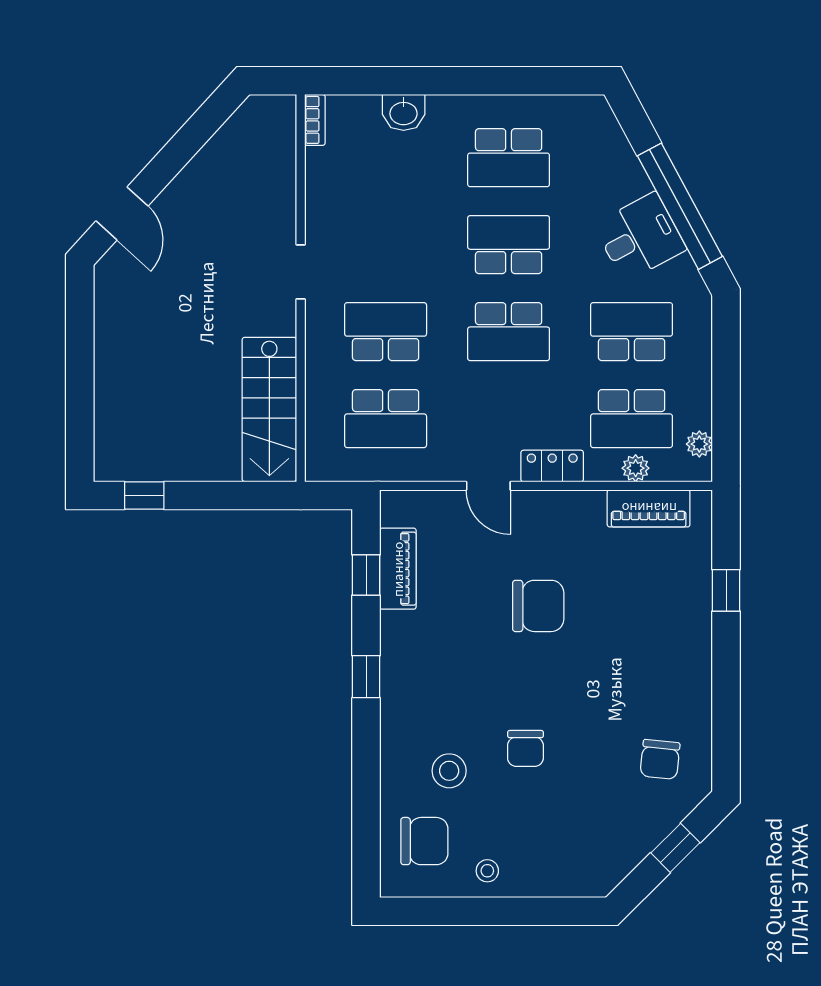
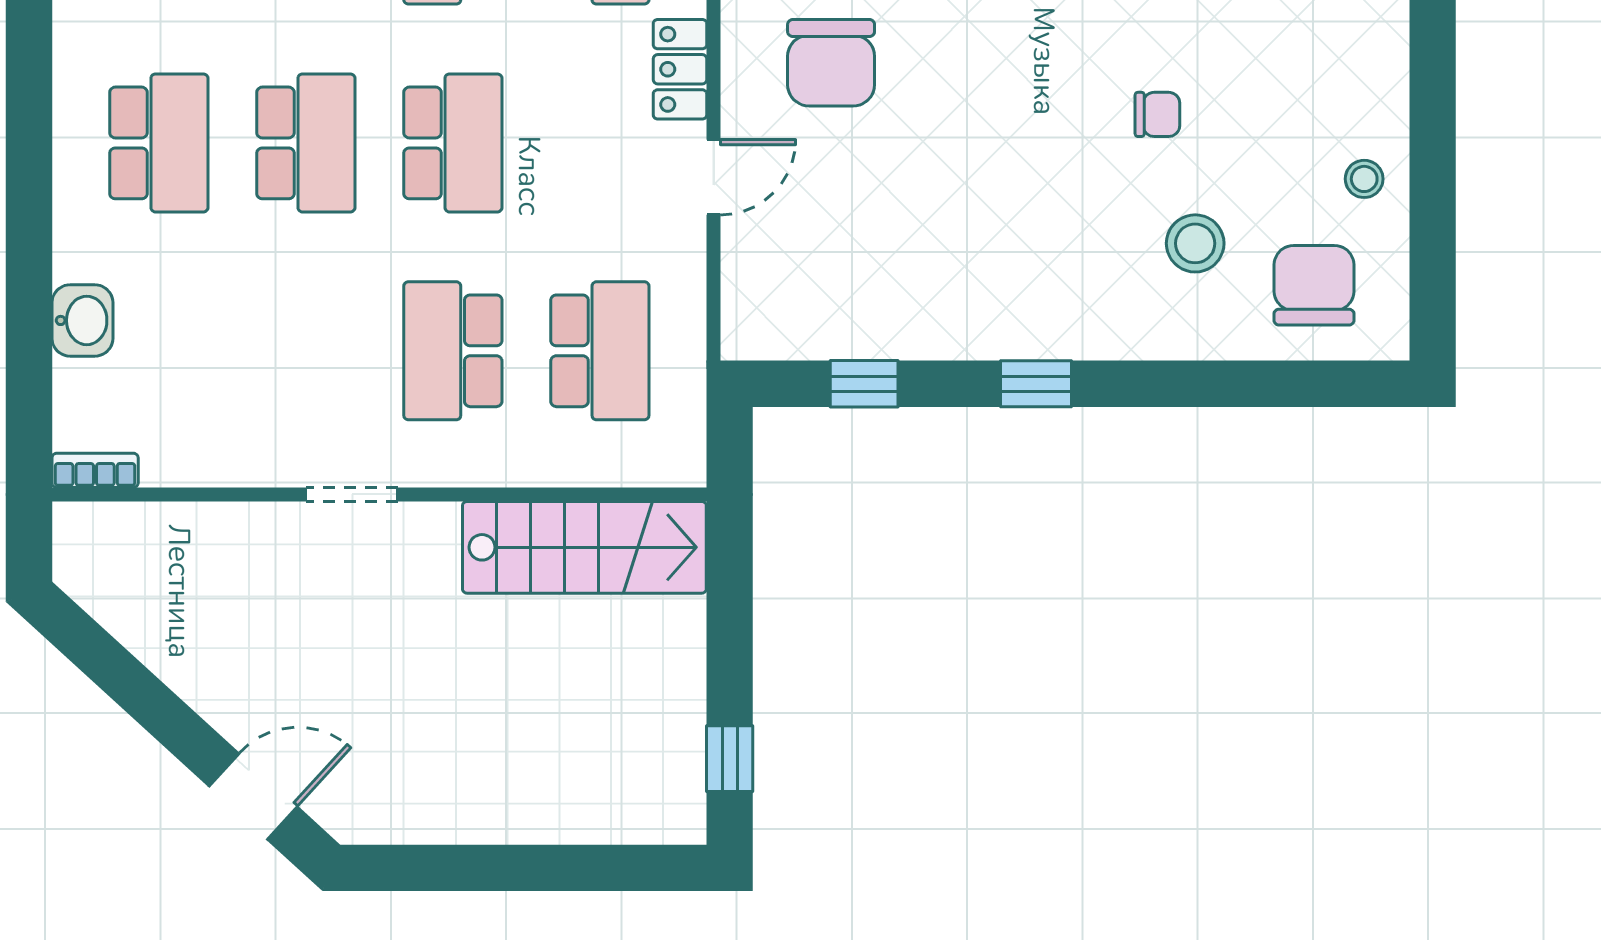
school desk: (509, 245) -> (306, 143), turned 180
piano: (398, 569) -> (854, 330), removed
chair: (538, 606) -> (831, 63), moved, turned 180
chair: (525, 748) -> (1157, 114), width x0.73, depth x0.73

